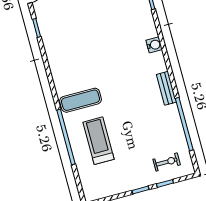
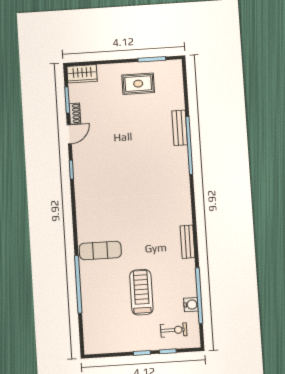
water cooler: (154, 45) -> (191, 305), moved
bench: (166, 88) -> (187, 242), moved
treadmill: (98, 141) -> (141, 292), moved

